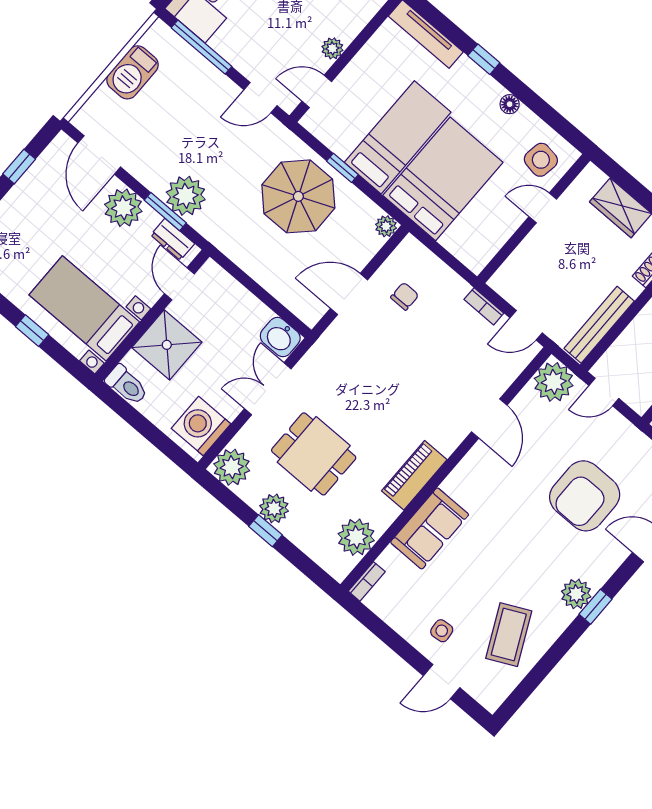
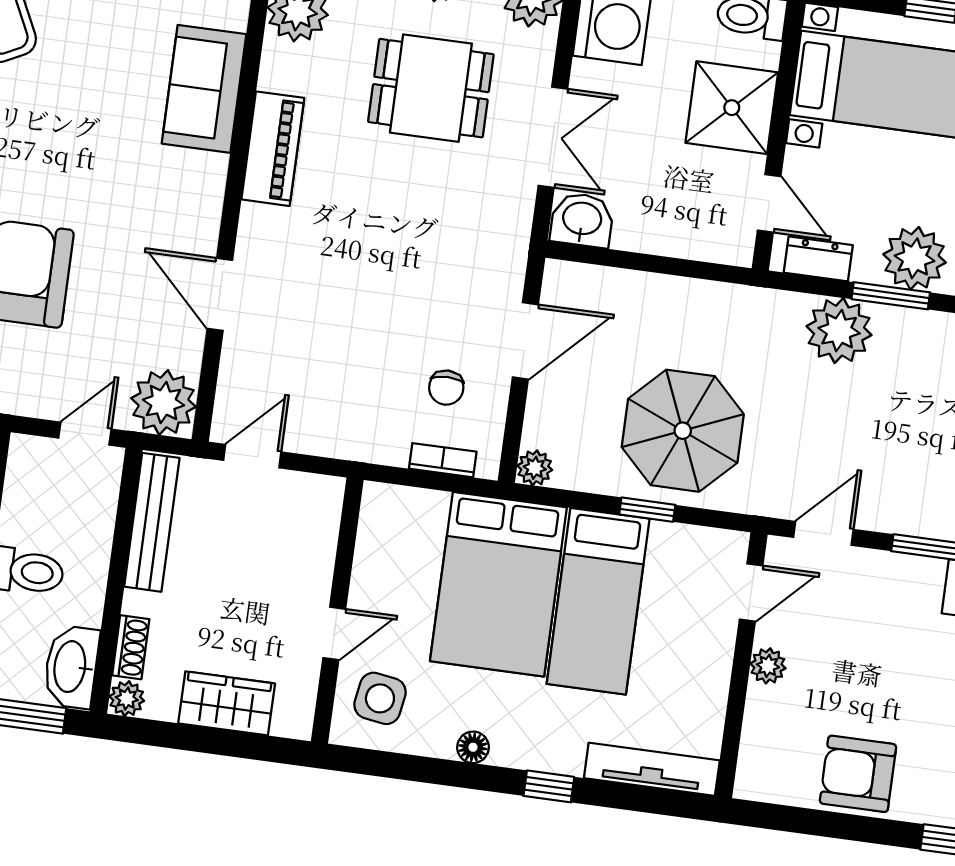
window: (165, 212) -> (891, 296), moved
bookcase: (484, 306) -> (443, 460), moved

